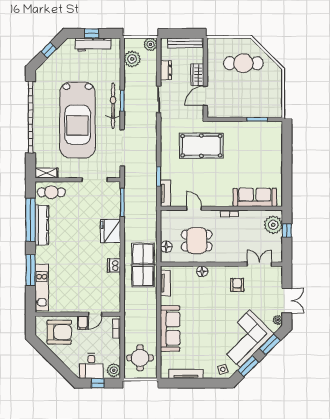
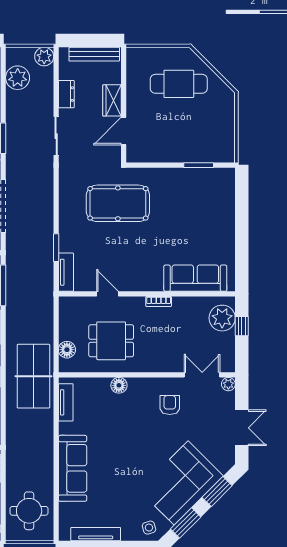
plant: (278, 320) -> (228, 384), moved

